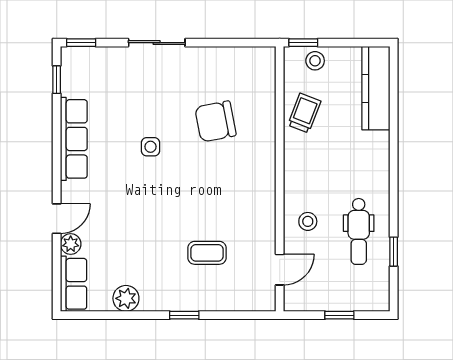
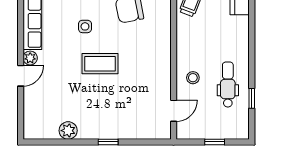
dental chair: (359, 231) -> (228, 85), turned 180
plant: (71, 244) -> (30, 58), moved
coffee table: (207, 253) -> (100, 64), moved, width x1.36, depth x1.30
row of seats: (74, 284) -> (32, 121), removed

